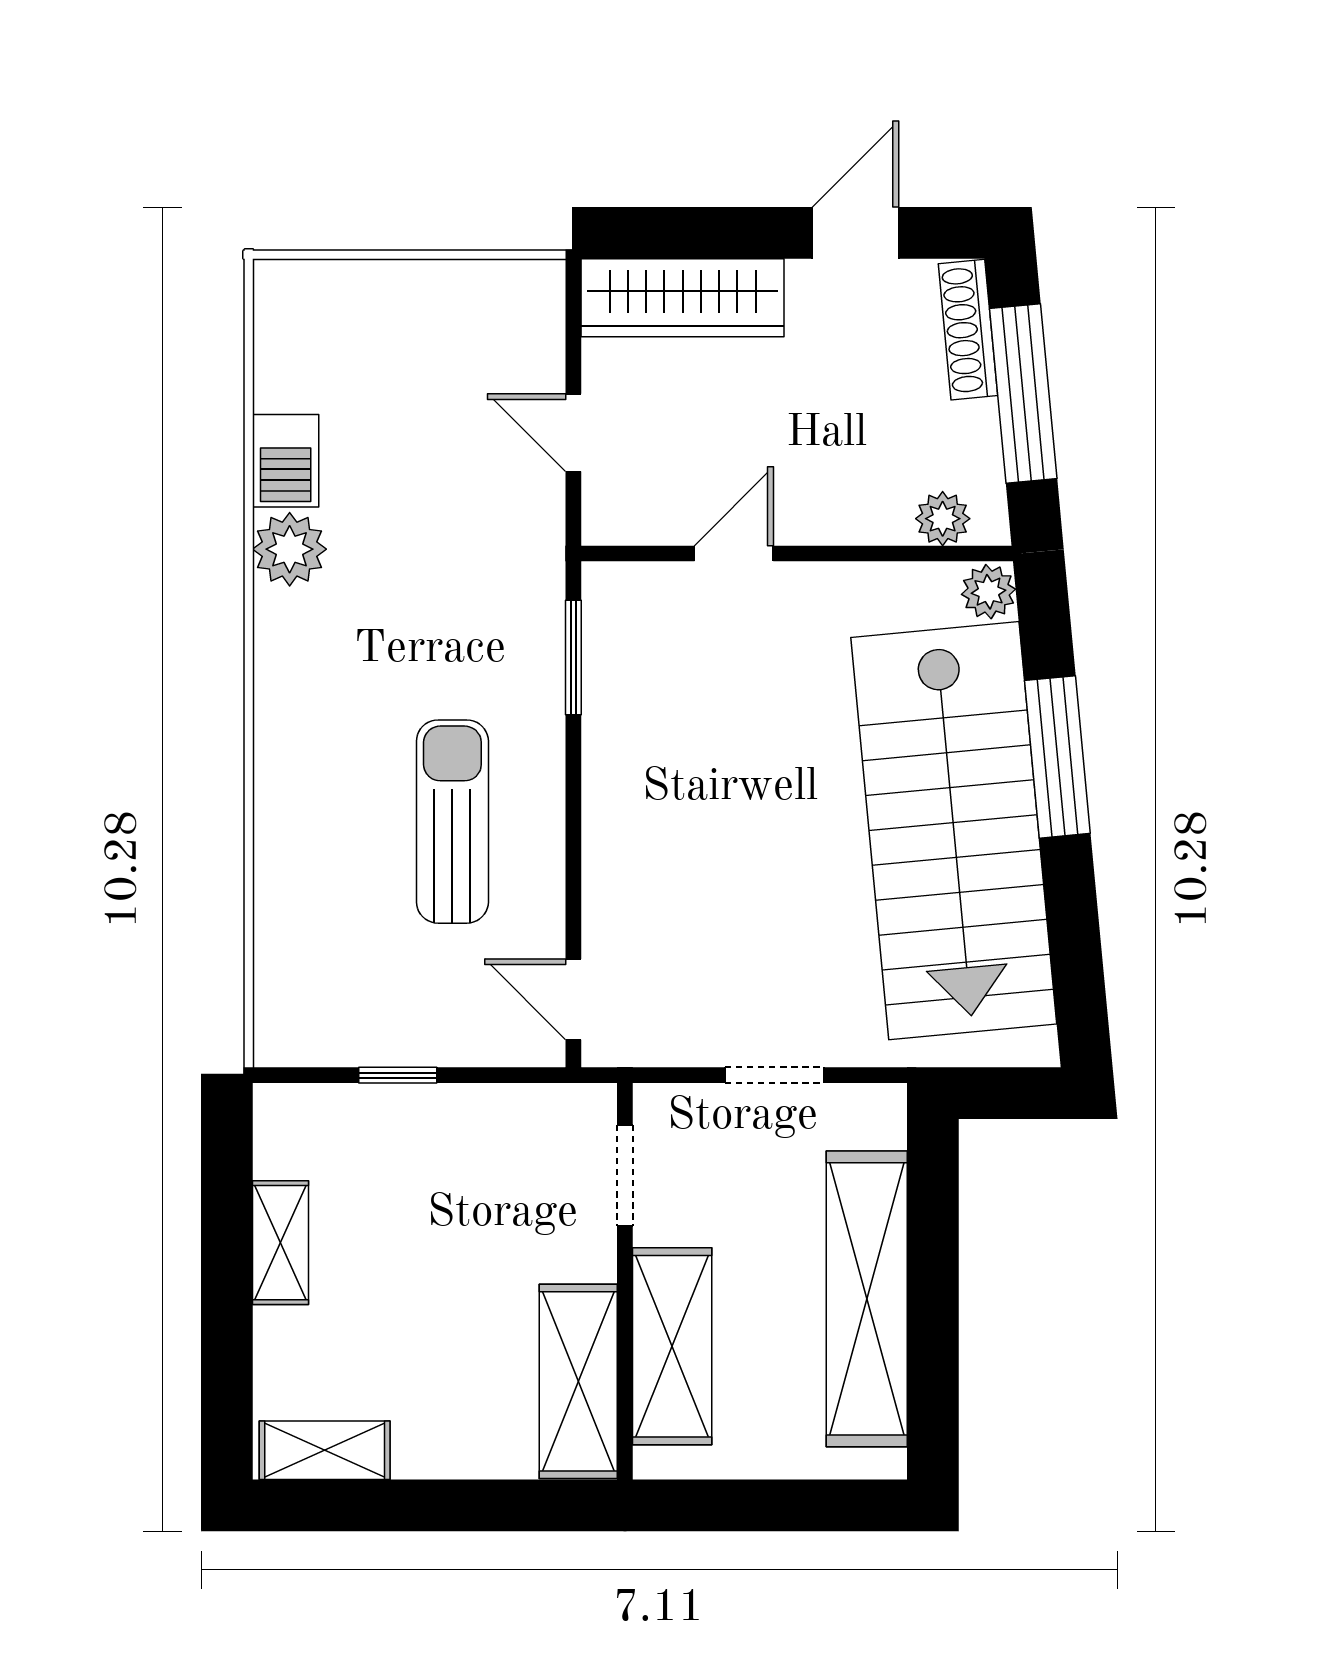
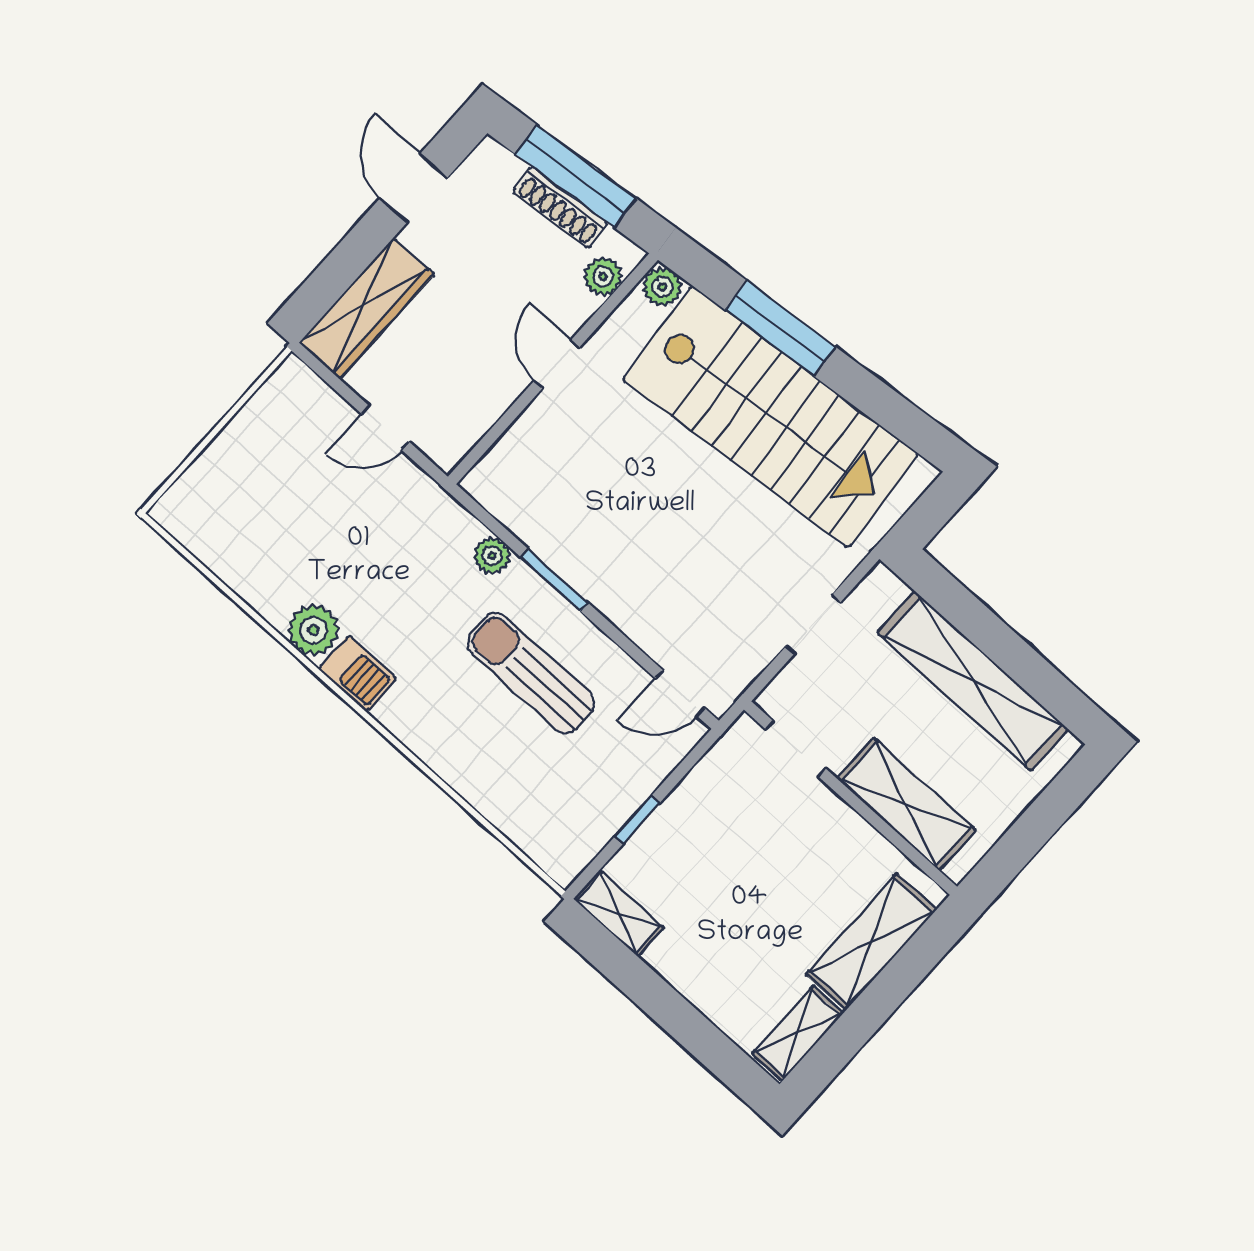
shoe rack: (968, 330) -> (560, 207), moved
barbecue: (286, 461) -> (357, 673), moved
door: (734, 554) -> (557, 364), moved
window: (573, 658) -> (554, 580), moved
plant: (540, 668) -> (492, 556), added
shelving: (281, 1243) -> (619, 913), moved
shelving: (578, 1381) -> (871, 942), moved, turned 90

